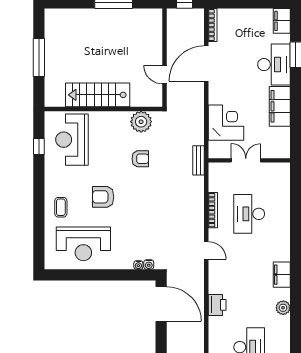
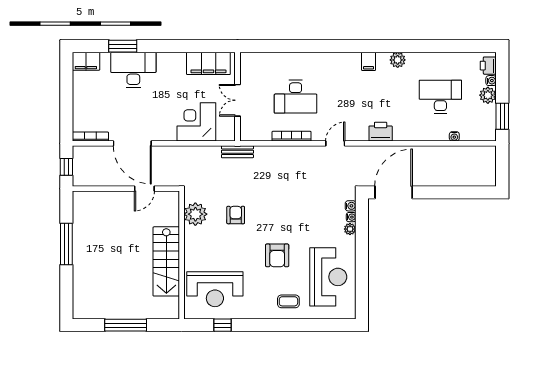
filing cabinet: (280, 106) -> (208, 63), moved
plant: (127, 264) -> (350, 229), added
filing cabinet: (282, 275) -> (369, 61), width x0.50
printer: (217, 305) -> (381, 132), moved

